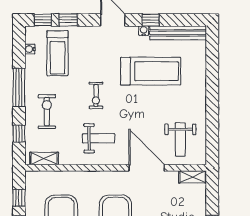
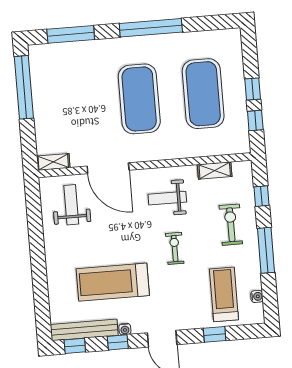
window: (43, 20) -> (75, 346), moved
exercise bike: (47, 112) -> (231, 225), turned 180
shelving: (44, 158) -> (215, 170), moved

